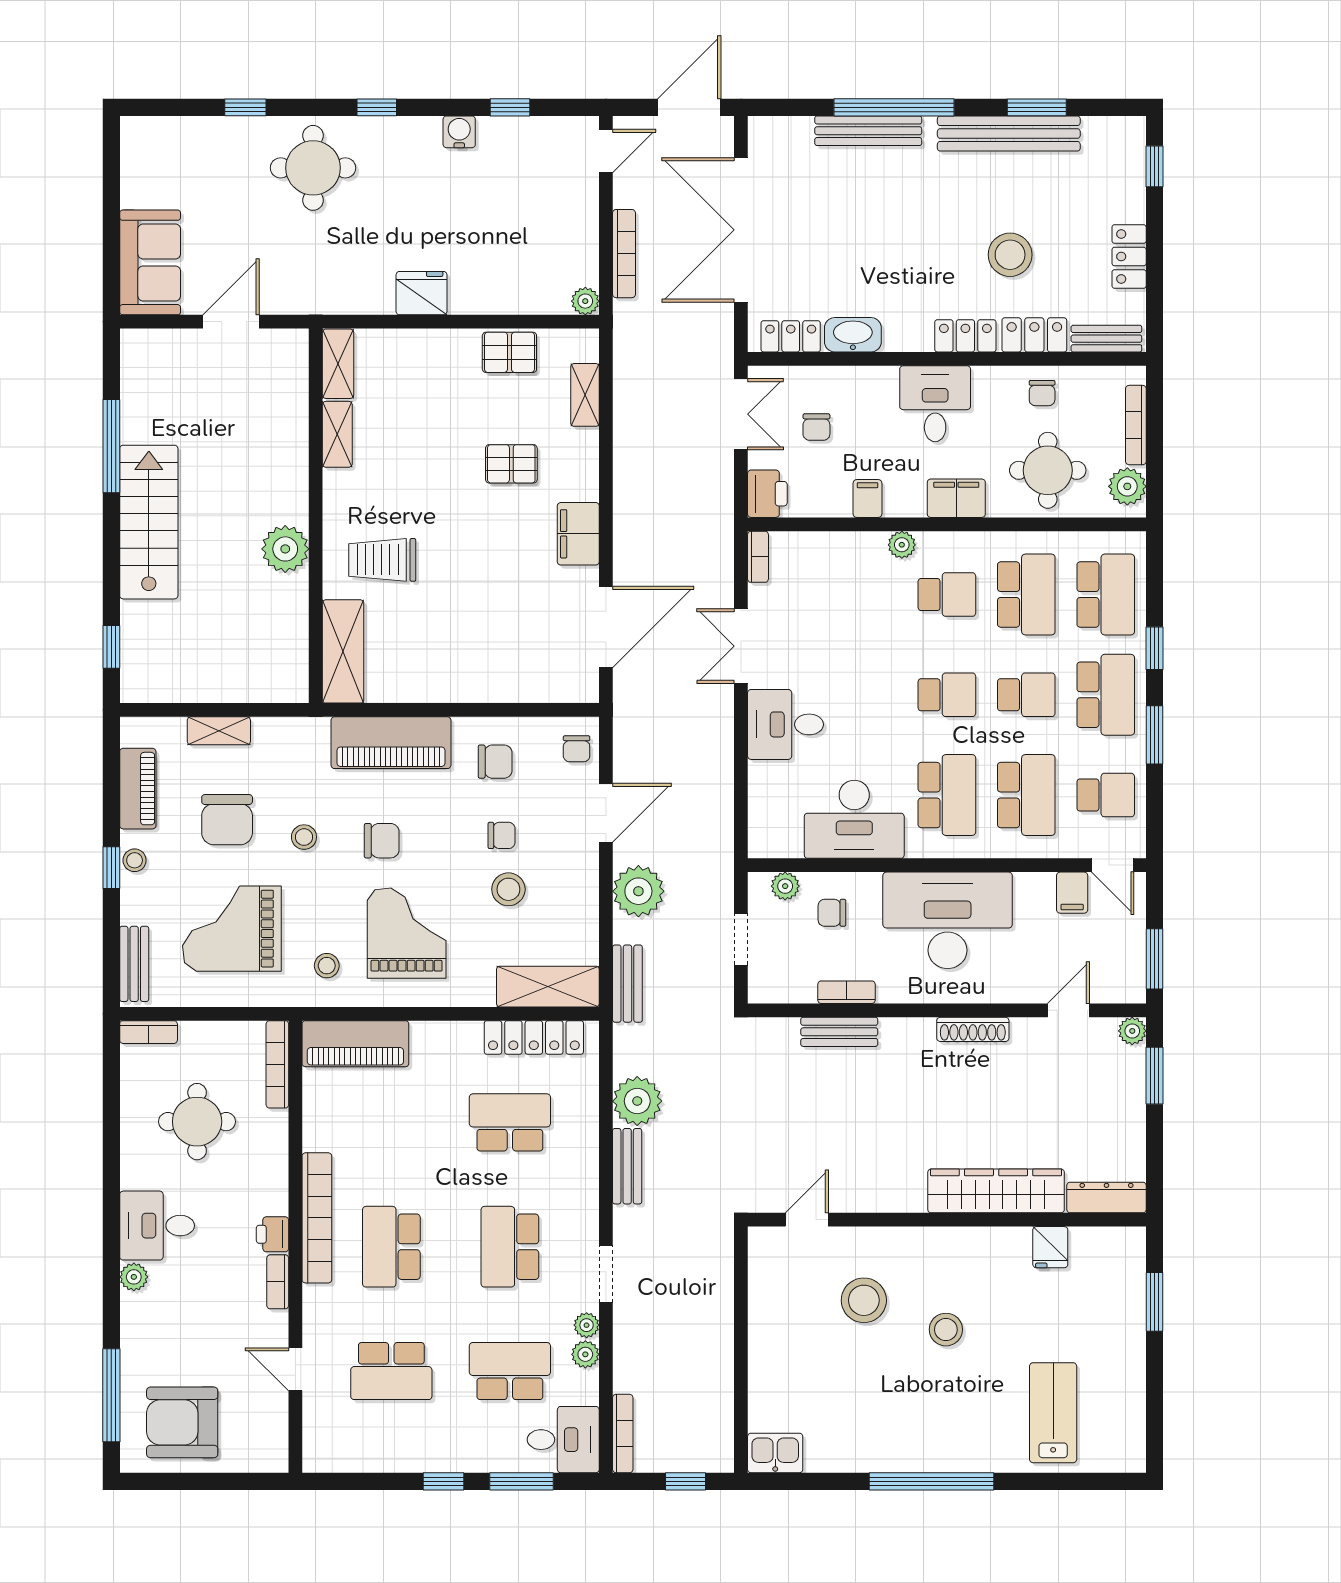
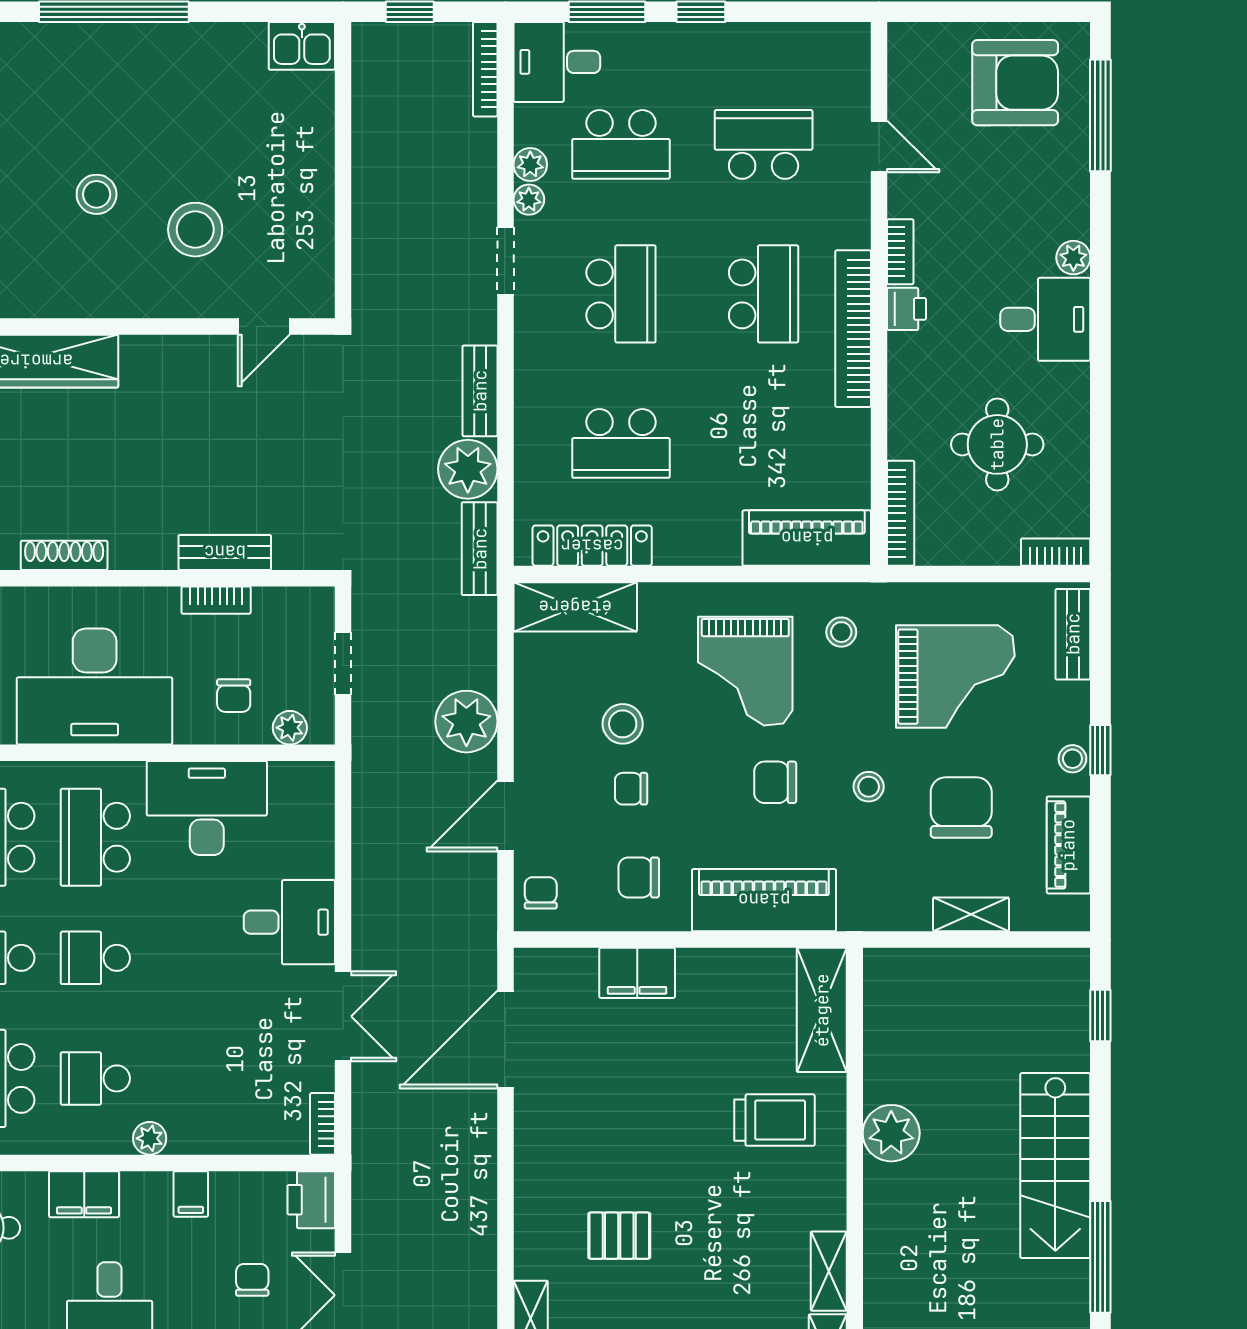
filing cabinet: (578, 534) -> (637, 973), moved, turned 90
chair: (832, 913) -> (234, 696), turned 90
bench: (627, 984) -> (480, 549), moved

